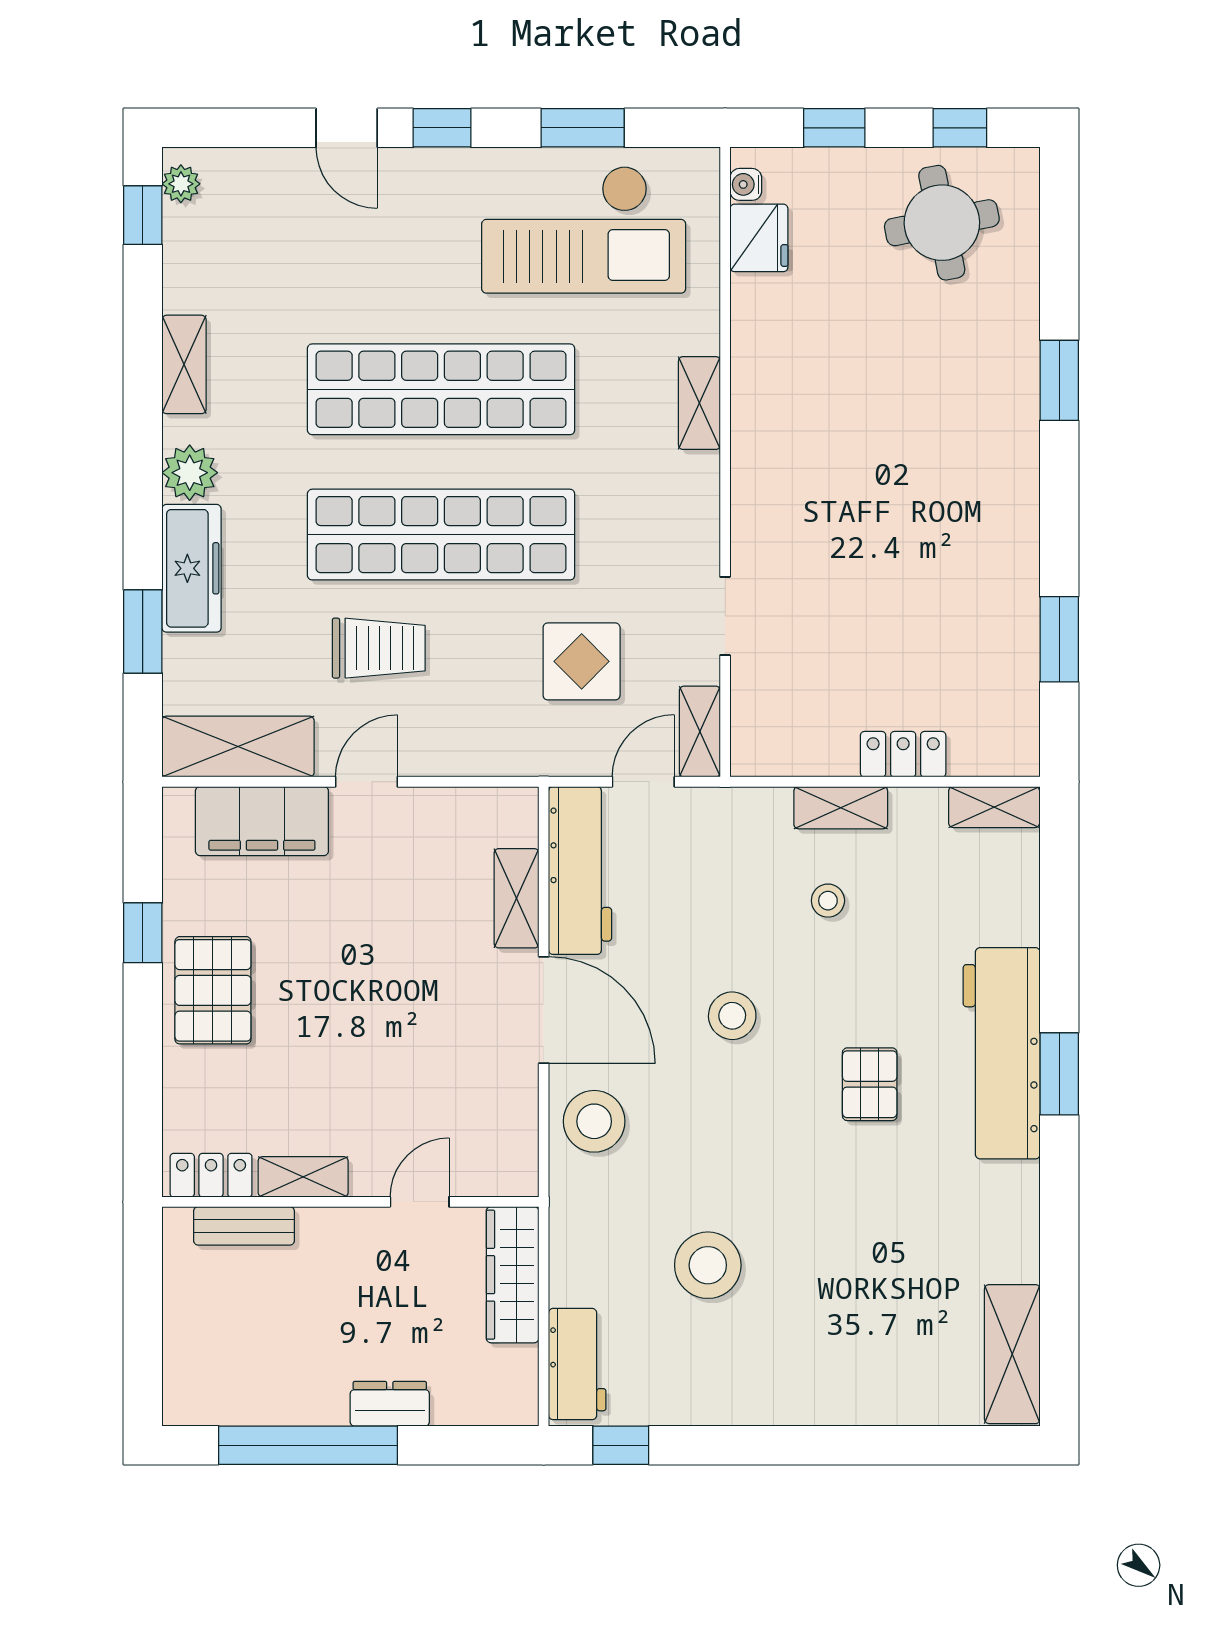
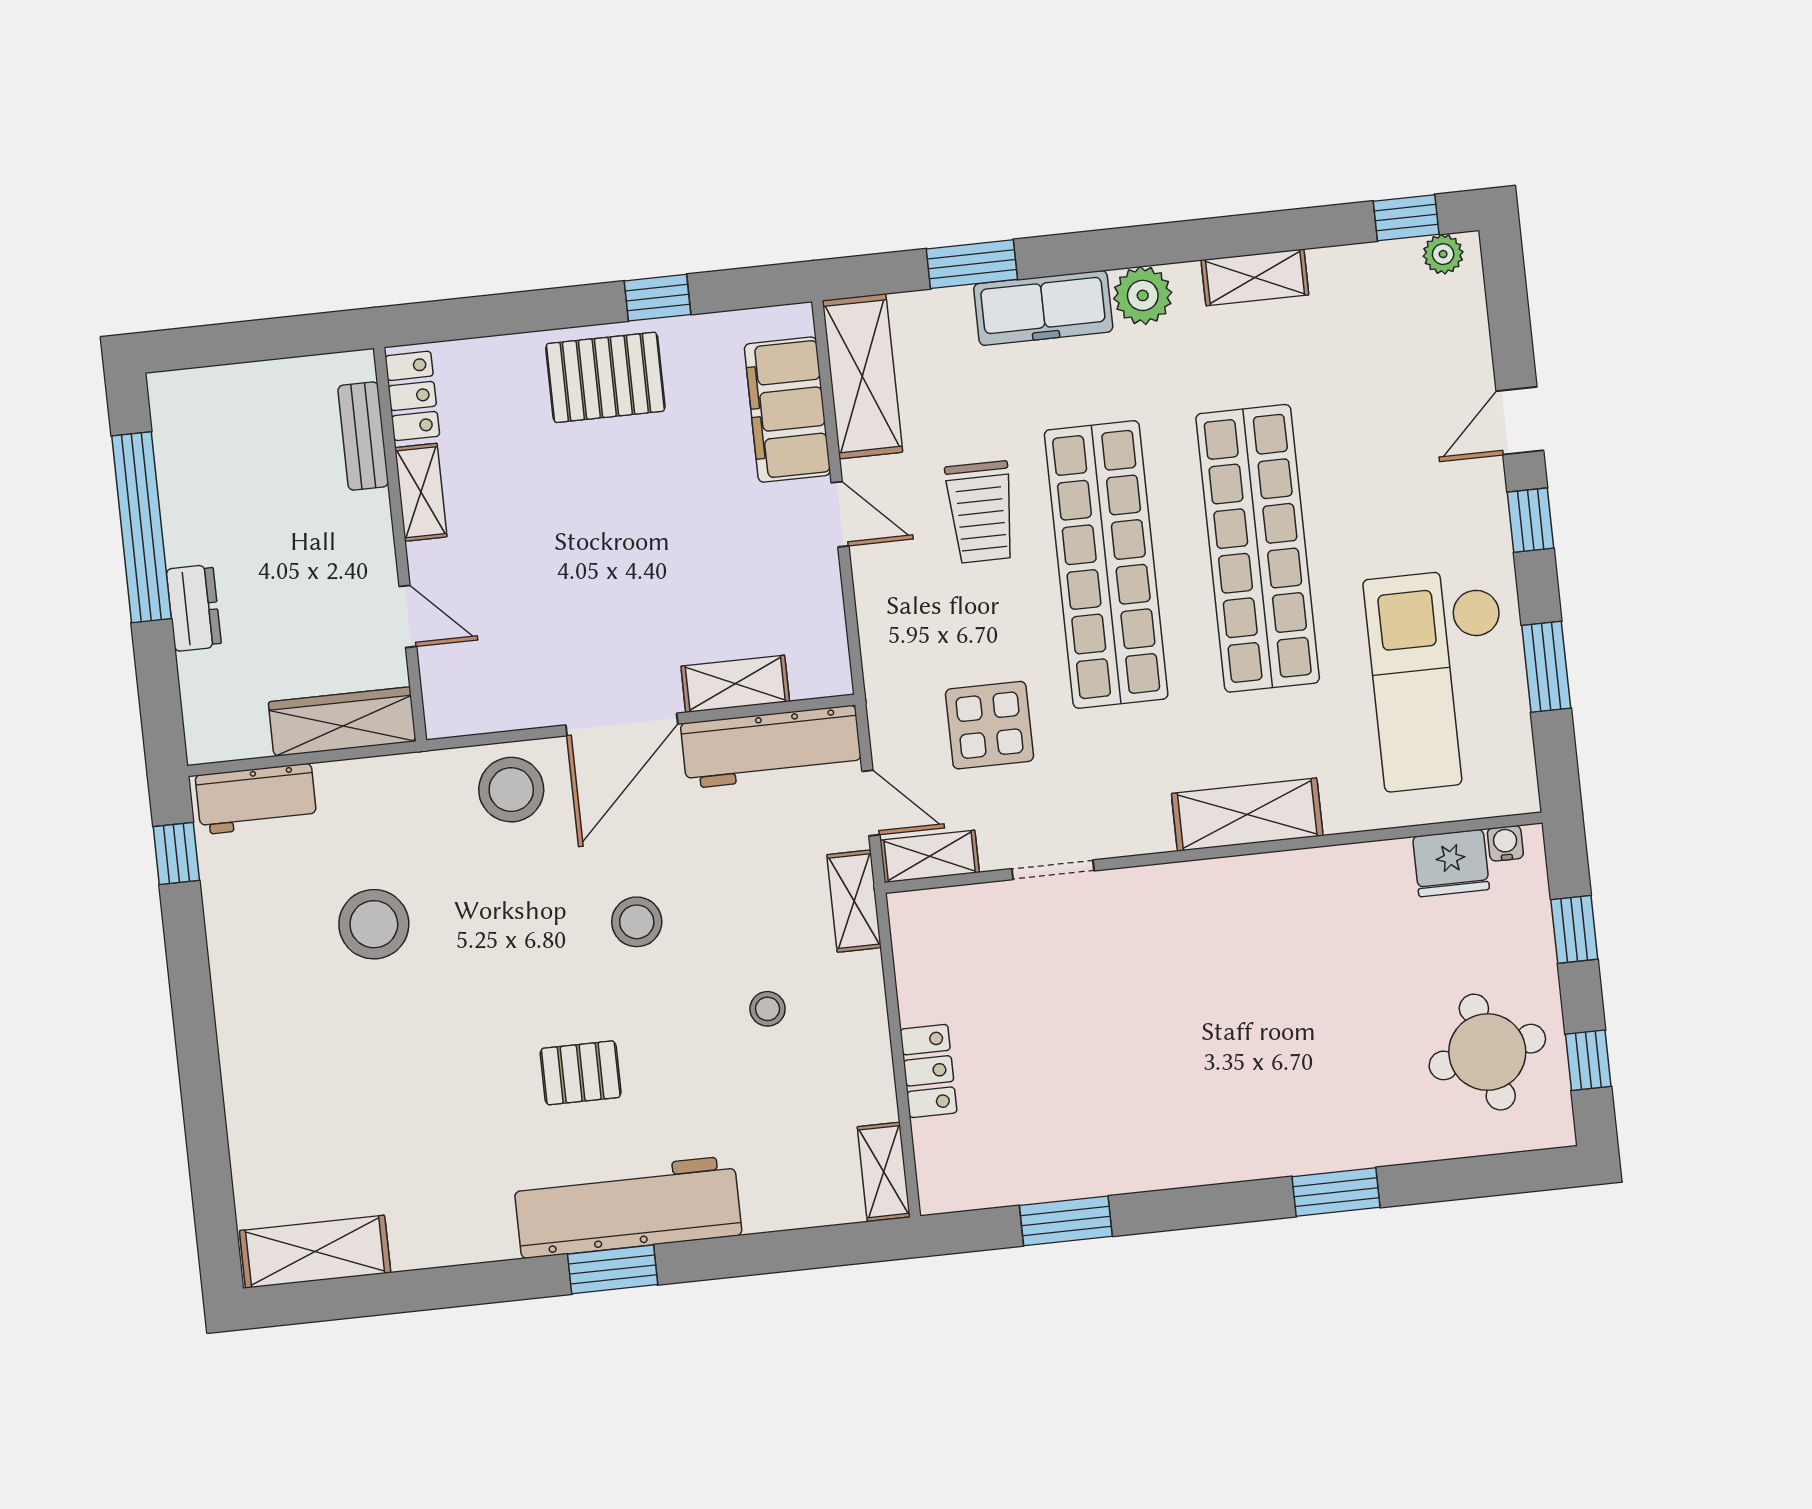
shelving: (699, 403) -> (1247, 815), width x1.50, depth x1.33
shelving: (841, 808) -> (854, 901), moved

